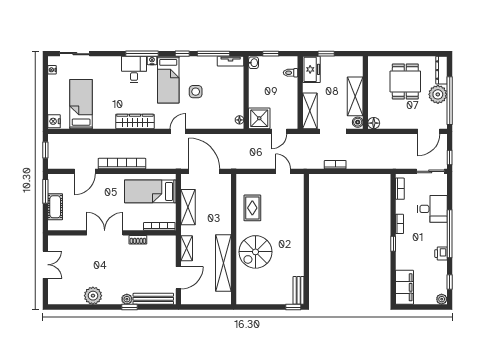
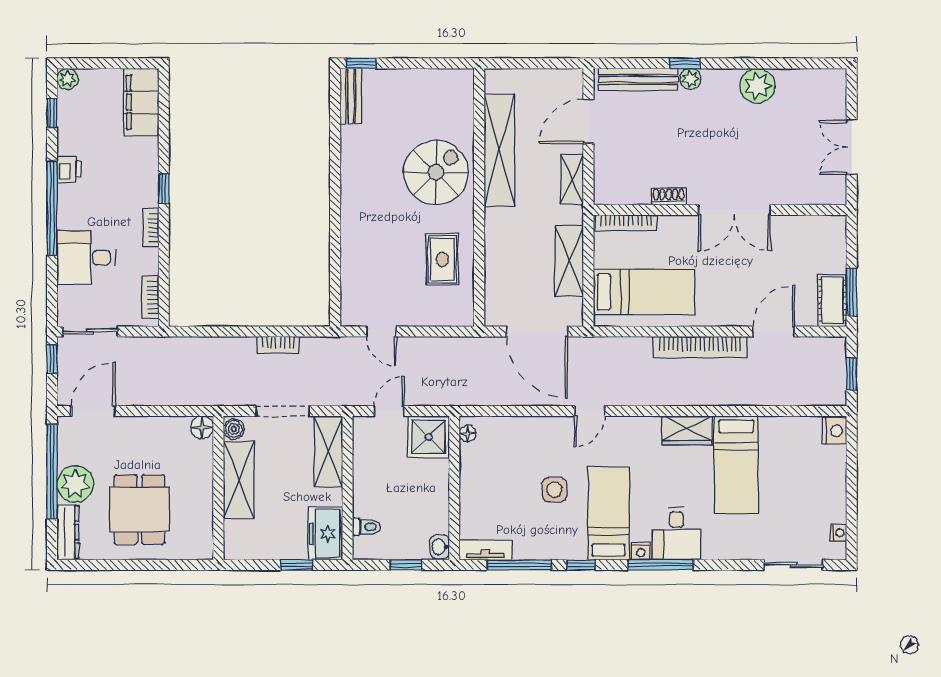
bed: (81, 104) -> (736, 465), moved
wardrobe: (135, 121) -> (687, 431), width x0.67
cot: (55, 207) -> (832, 300), moved

